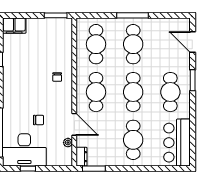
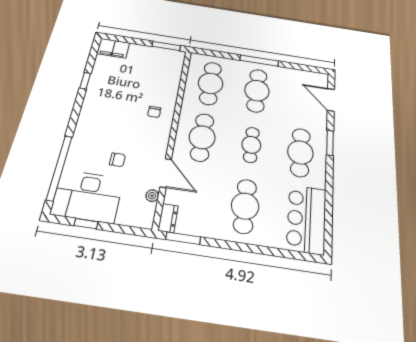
cafe table: (133, 92) -> (251, 145), width x0.73, depth x0.74

